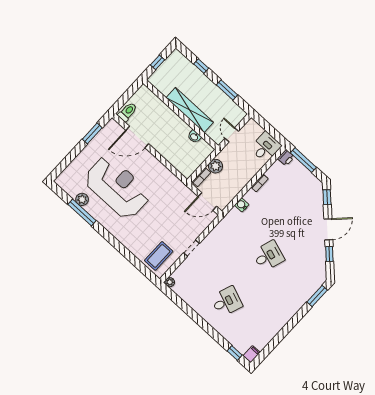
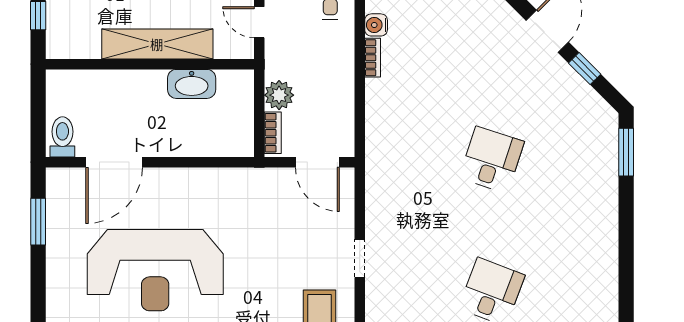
washbasin: (194, 137) -> (192, 84), width x1.91, depth x1.45
reception desk: (117, 187) -> (155, 270), turned 180
door: (207, 201) -> (317, 162), hinge flipped
water cooler: (242, 205) -> (376, 25), moved

